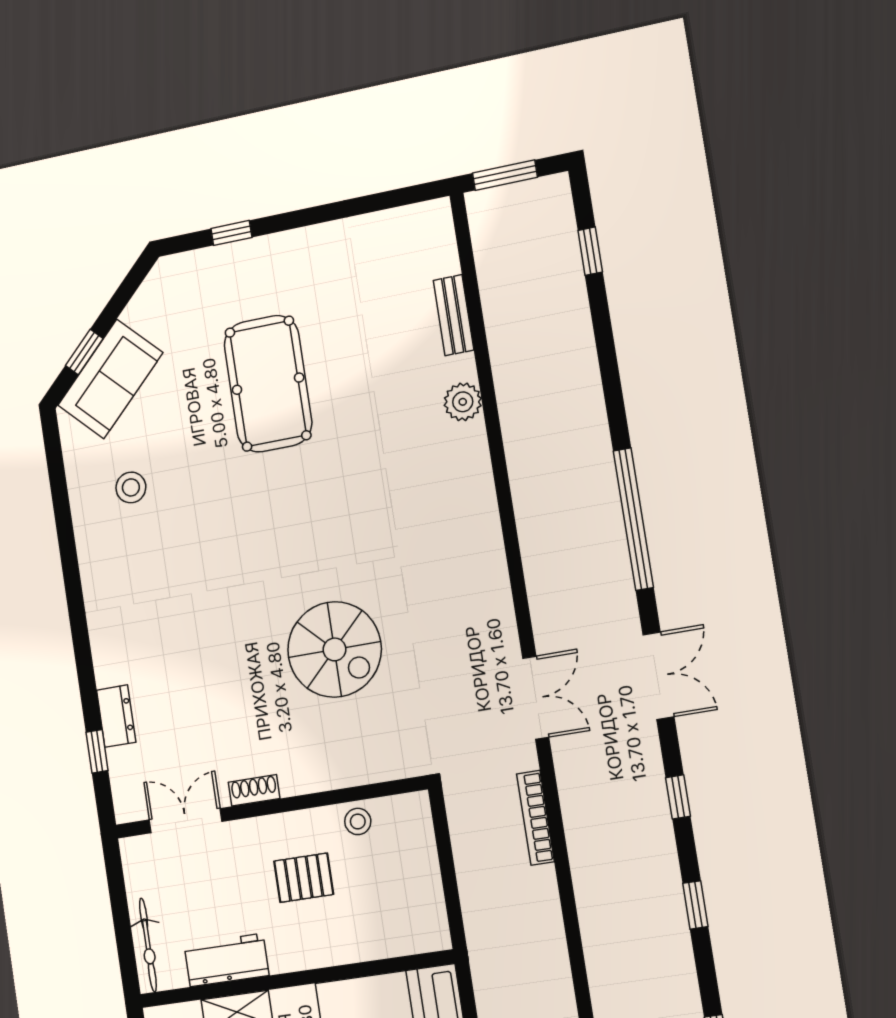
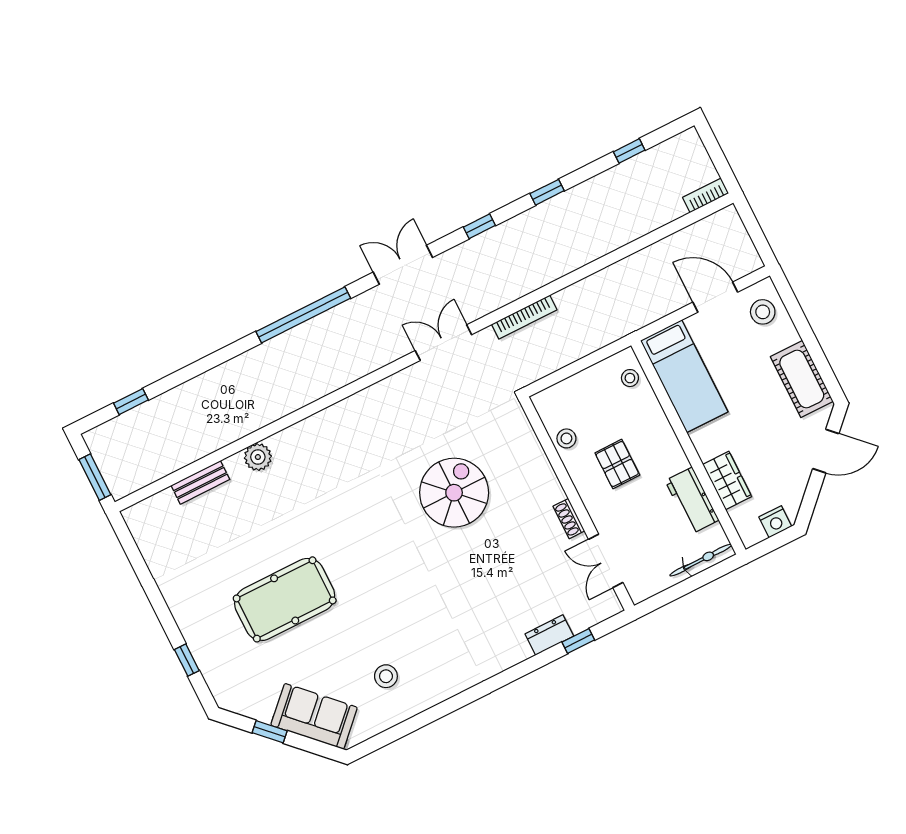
window: (84, 352) -> (270, 732), moved
stool: (410, 933) -> (630, 378), added

